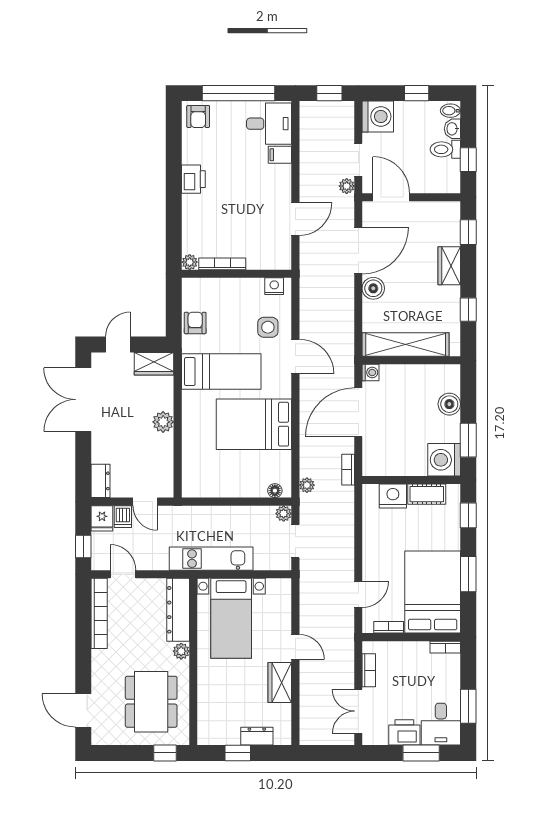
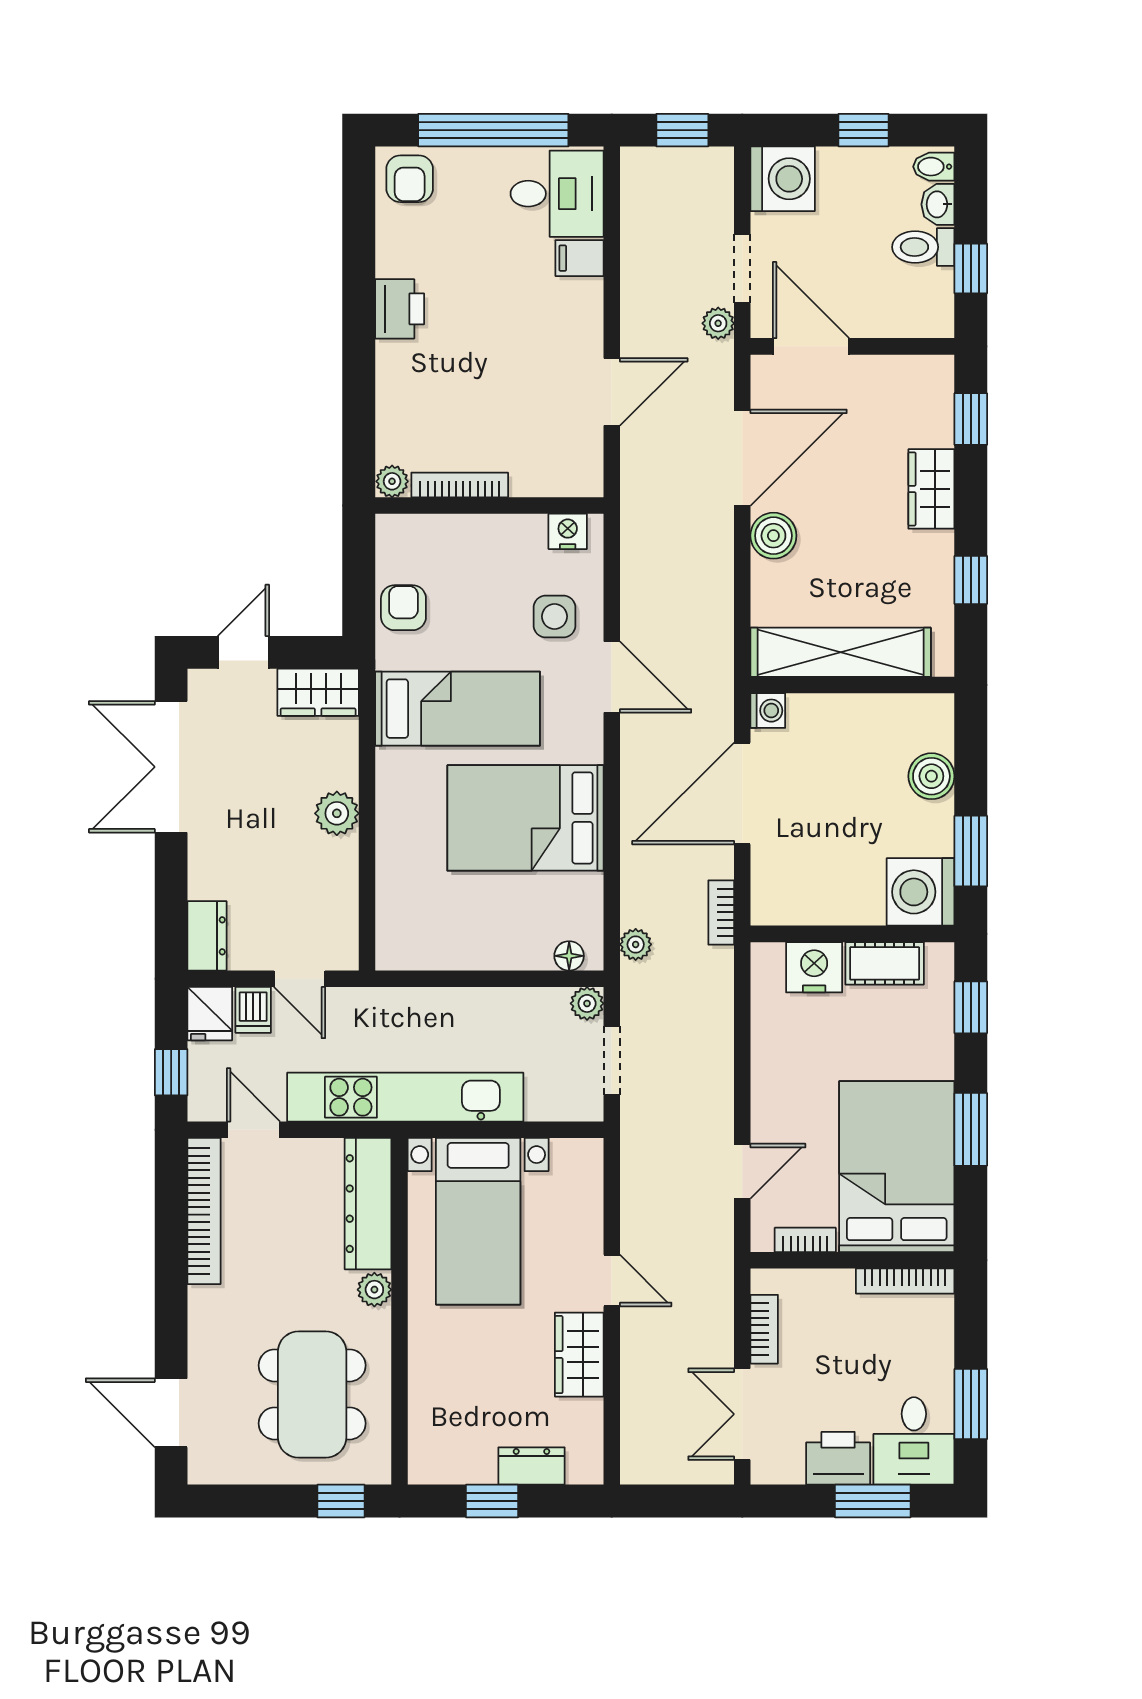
kitchen unit: (211, 559) -> (405, 1097), width x1.36
bookcase: (445, 647) -> (905, 1281), width x1.56

